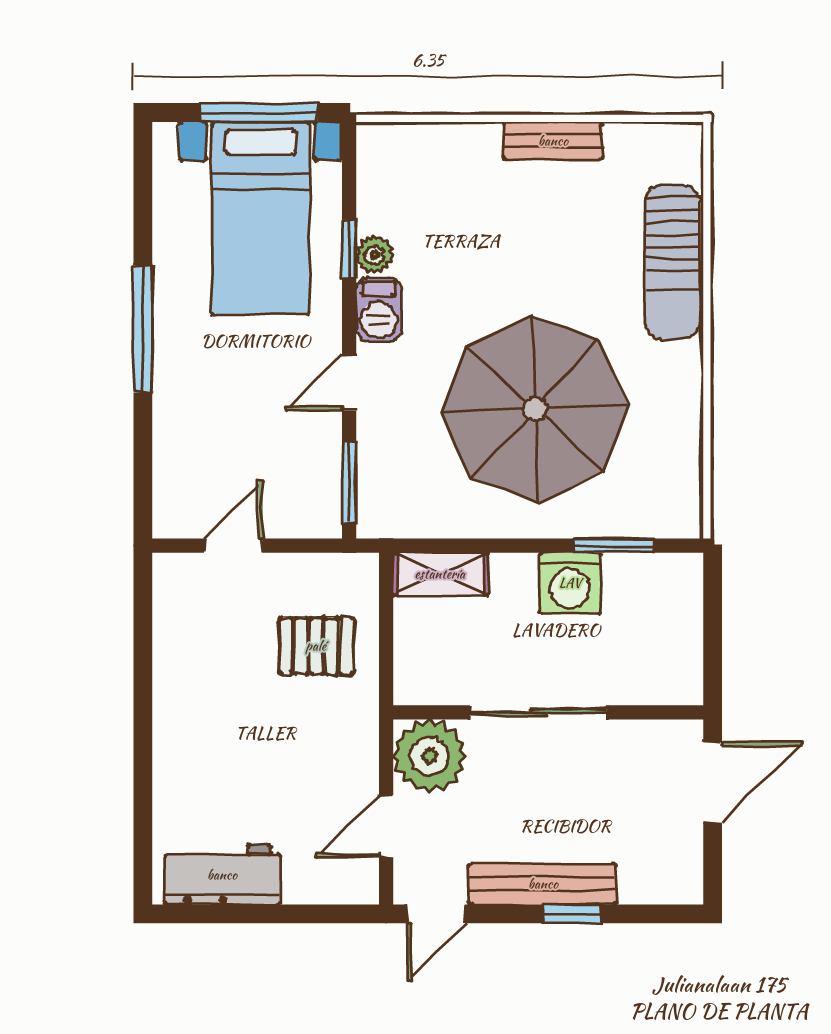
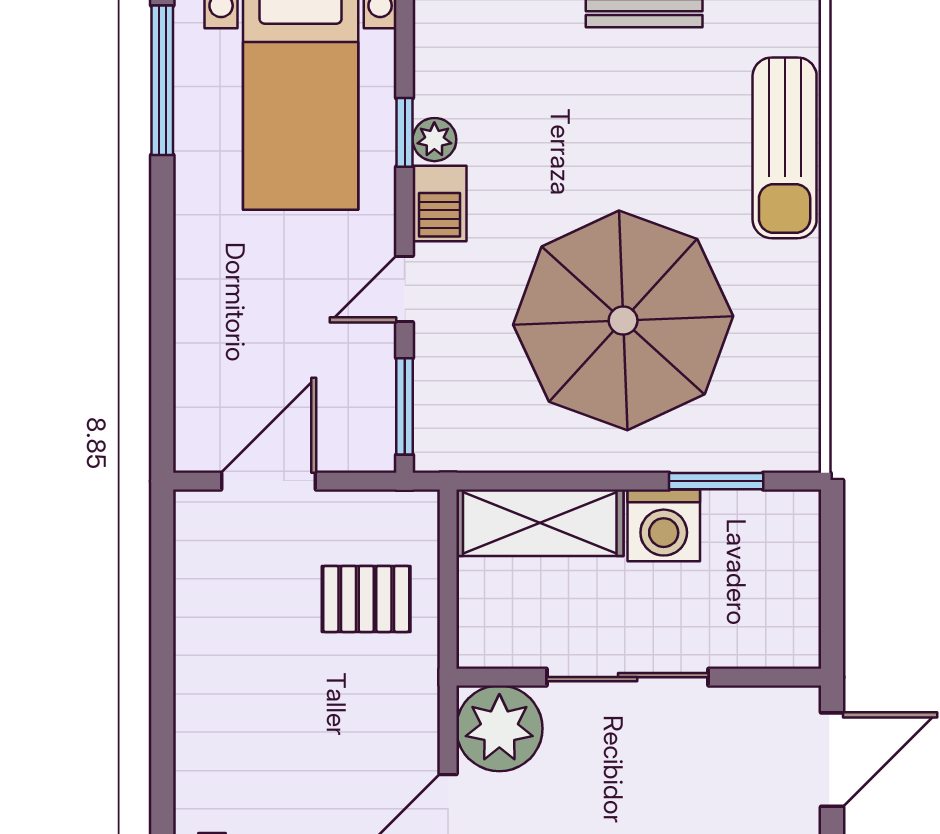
window: (143, 329) -> (162, 80), moved
door: (233, 546) -> (268, 481), width x1.38
shelving: (440, 574) -> (540, 523), width x1.50, depth x1.33

